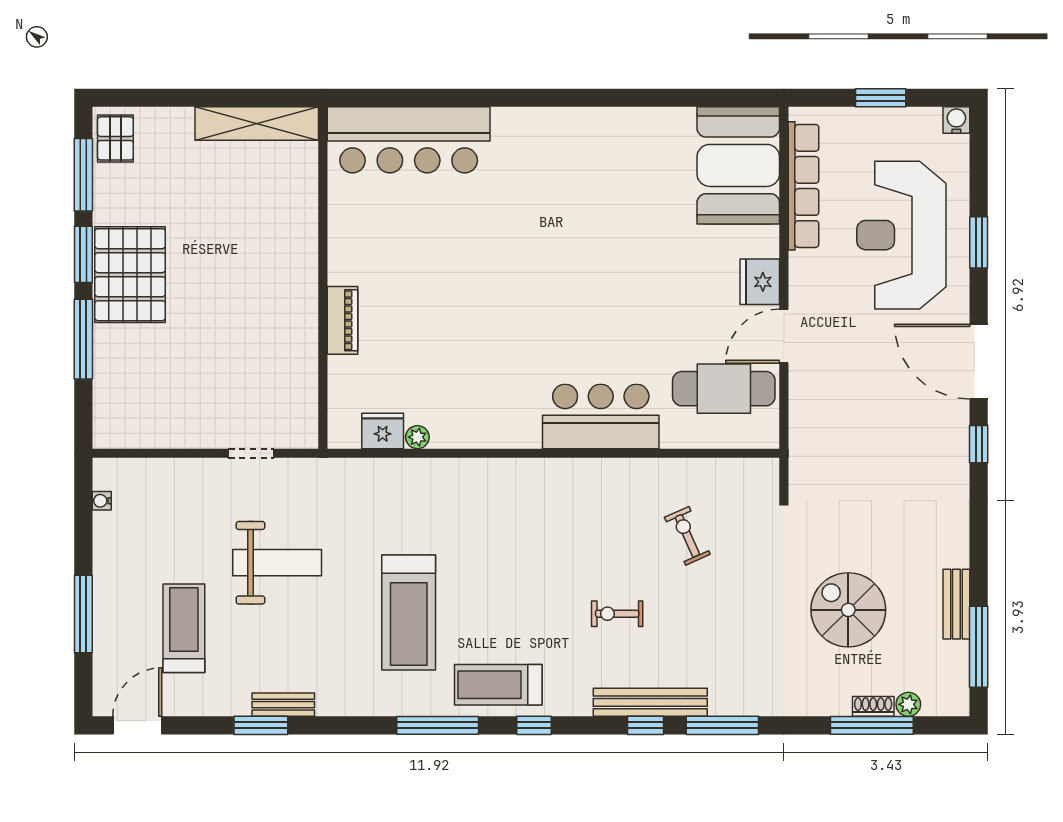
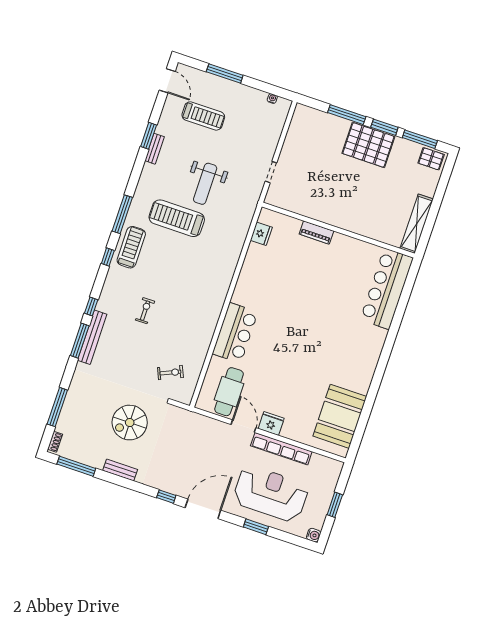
booth: (738, 165) -> (340, 416), moved, turned 90
row of seats: (804, 186) -> (281, 449), moved
plant: (417, 437) -> (253, 248), removed
exercise bike: (687, 536) -> (170, 373), moved
weight bench: (277, 563) -> (205, 184), moved
bench: (956, 604) -> (120, 470), moved
spiral stairs: (848, 610) -> (130, 423), moved, turned 180
bench: (650, 702) -> (92, 337), moved
plant: (908, 704) -> (61, 426), removed
shoe rack: (873, 706) -> (55, 442), moved

